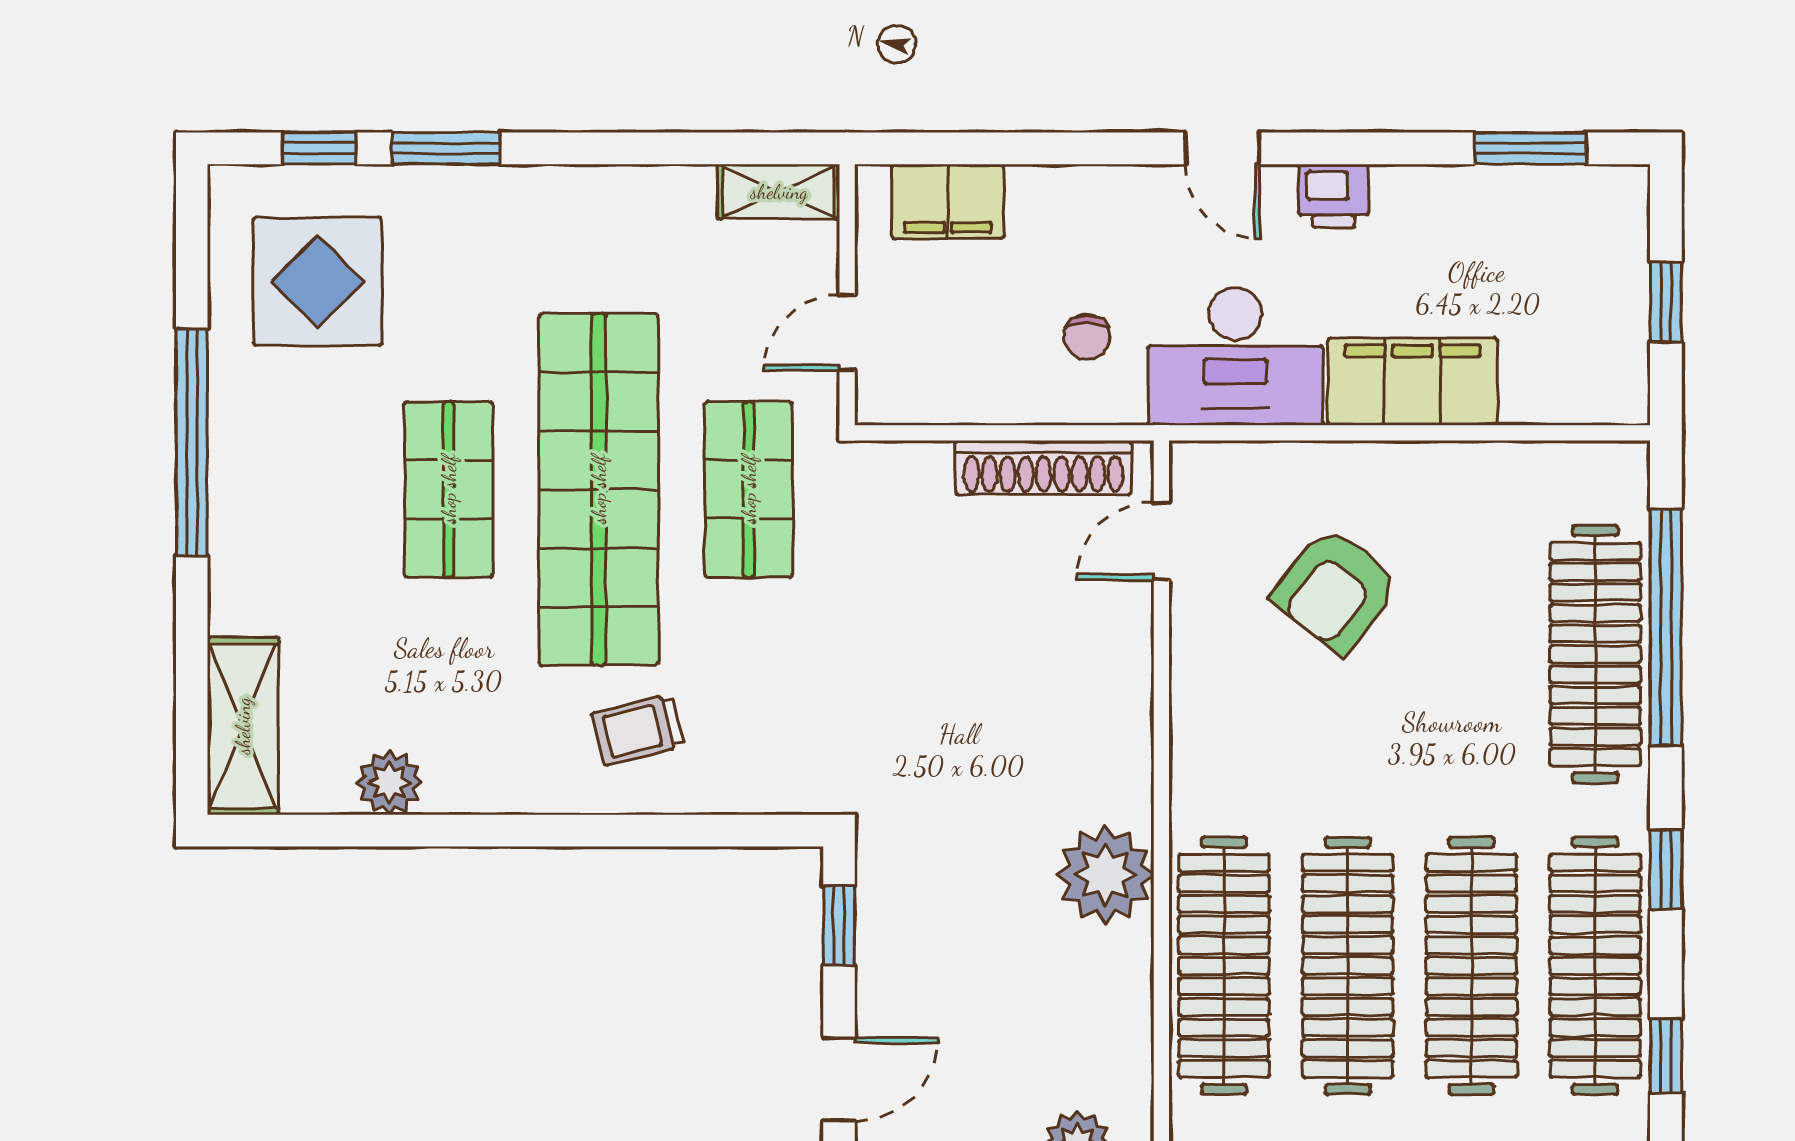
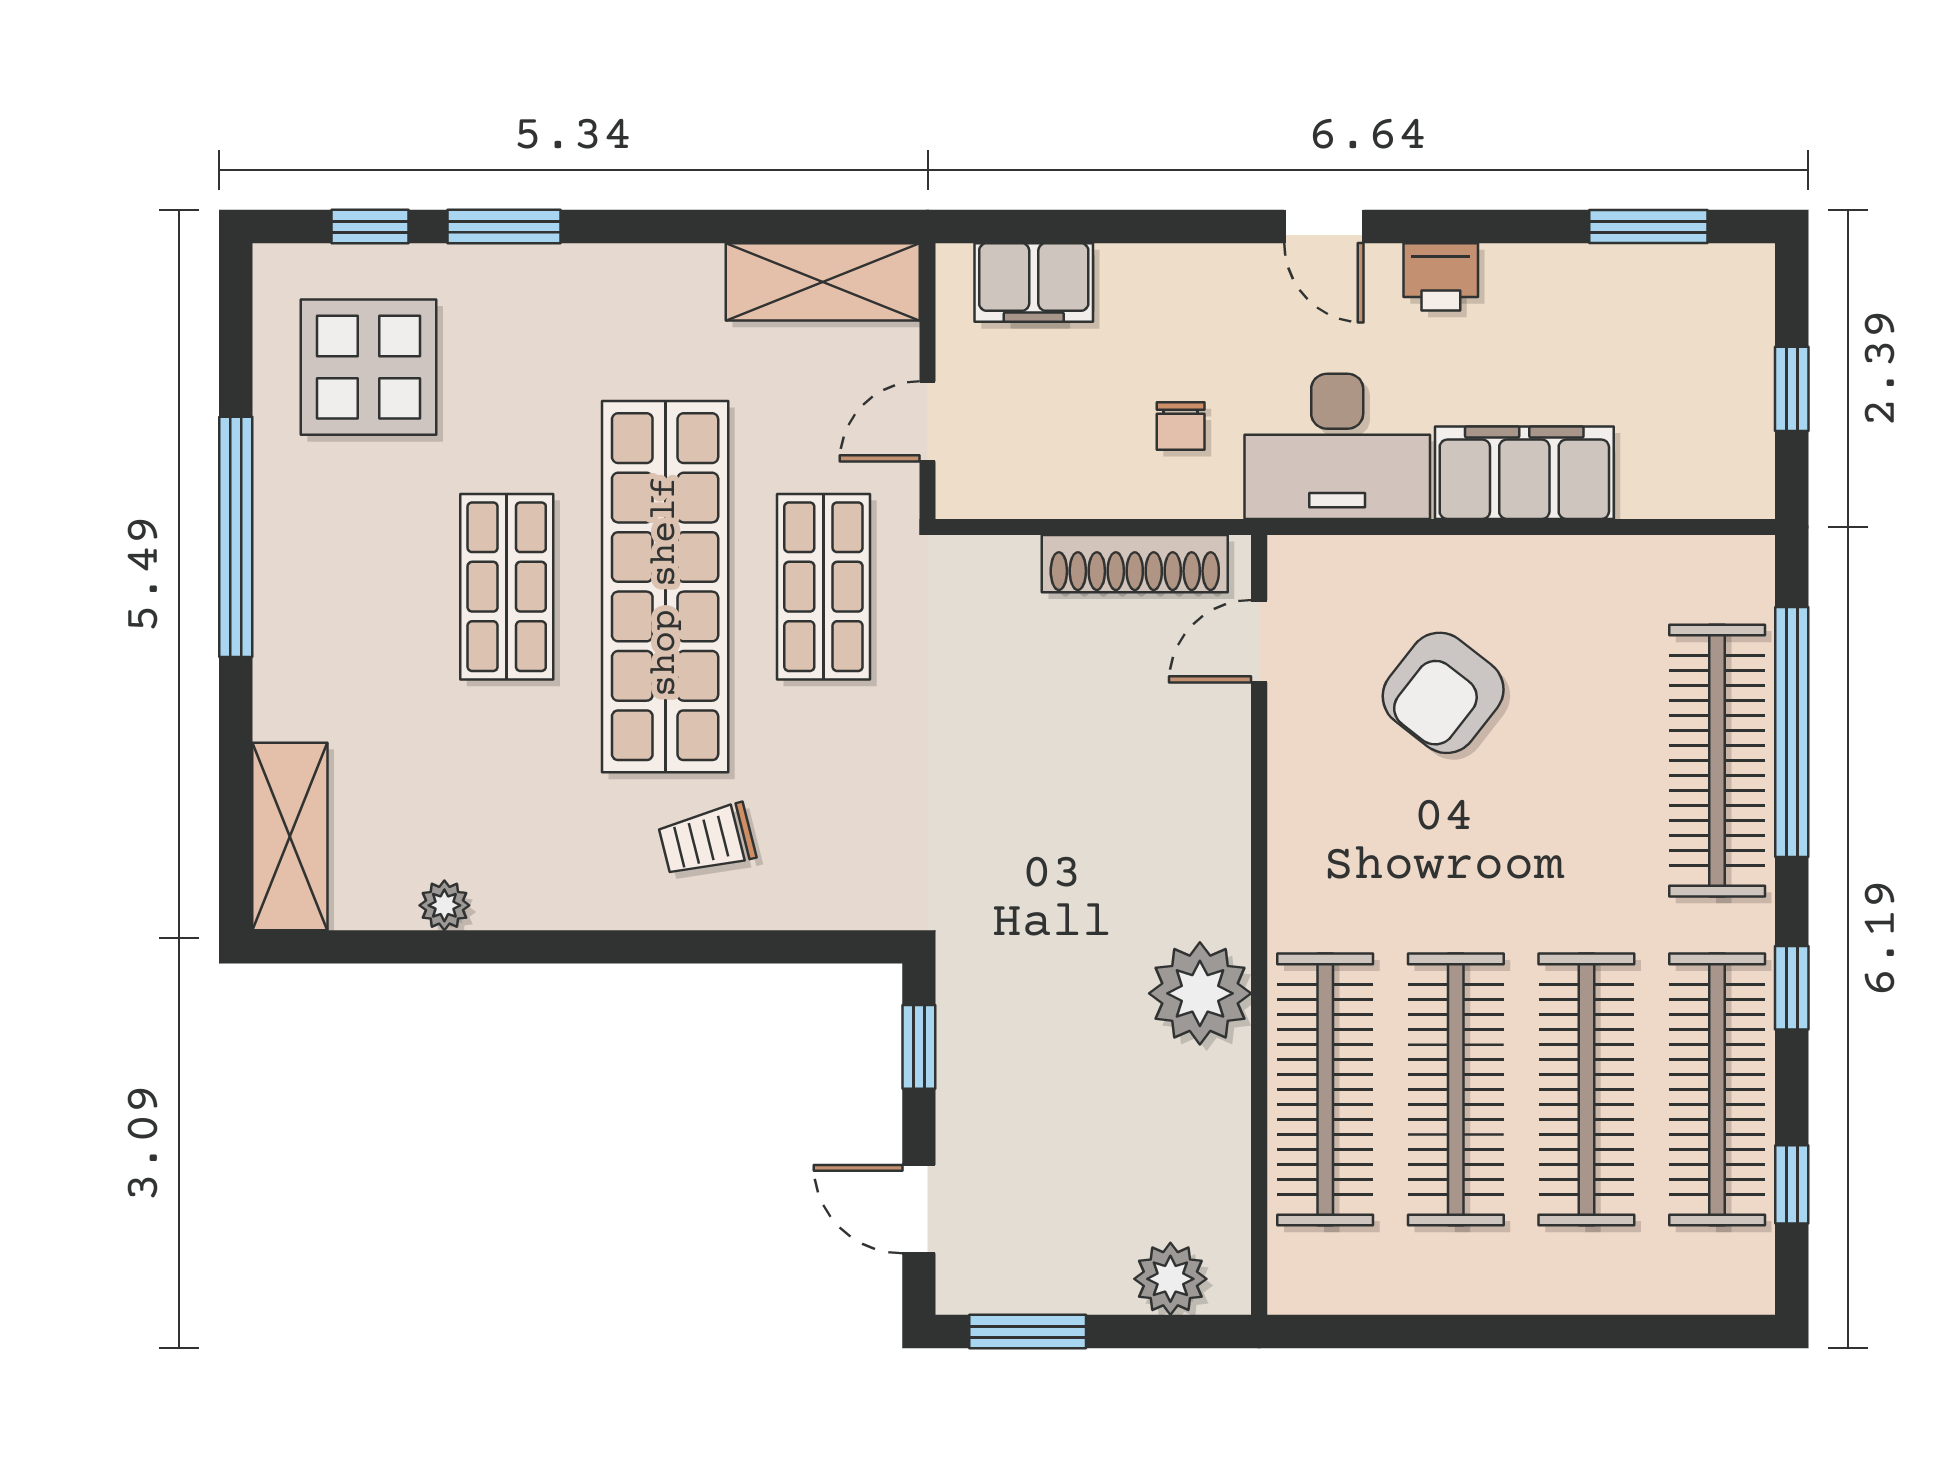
shelving: (779, 192) -> (823, 282), width x1.50, depth x1.33
plant: (389, 782) -> (444, 905), width x0.73, depth x0.73
door: (839, 1079) -> (919, 1209), swing flipped

